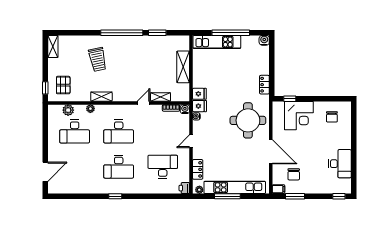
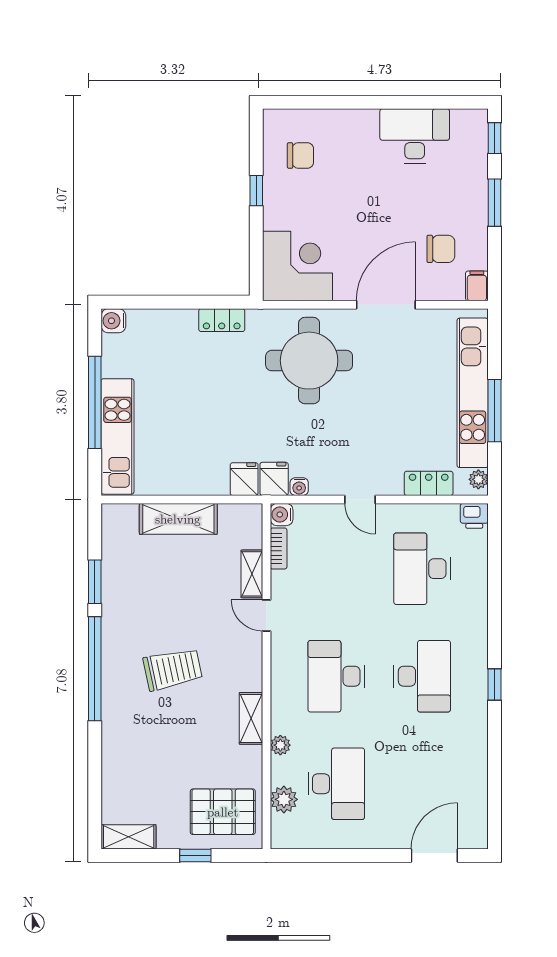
trolley: (98, 59) -> (173, 669), moved
pallet: (63, 85) -> (223, 812), width x1.50, depth x1.42
window: (45, 88) -> (195, 856), moved
window: (290, 99) -> (256, 191), moved
corner desk: (299, 116) -> (298, 266), moved
desk: (119, 132) -> (336, 676), turned 180
door: (45, 172) -> (434, 856), hinge flipped
window: (295, 196) -> (494, 203), moved

